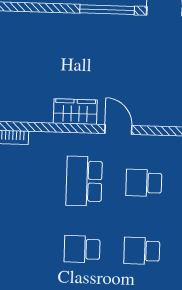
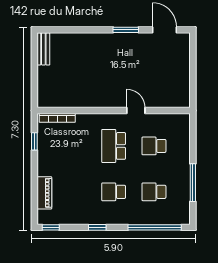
window: (107, 10) -> (126, 30), width x0.69
wardrobe: (75, 112) -> (106, 99), removed

